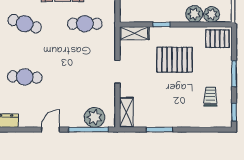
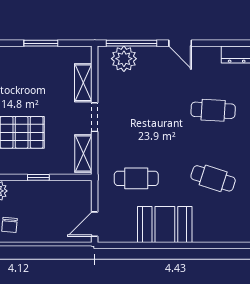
shelving: (134, 33) -> (83, 153), moved, turned 90
shelving: (126, 112) -> (83, 83), moved
door: (51, 130) -> (180, 43), hinge flipped

